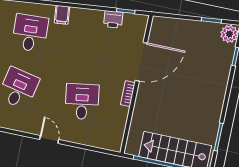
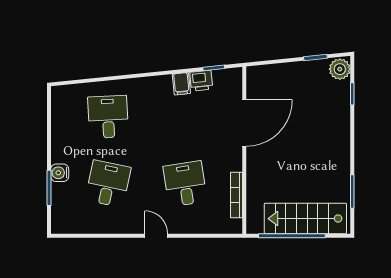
filing cabinet: (62, 15) -> (181, 84), moved
bookcase: (128, 94) -> (236, 195), moved, width x1.56

